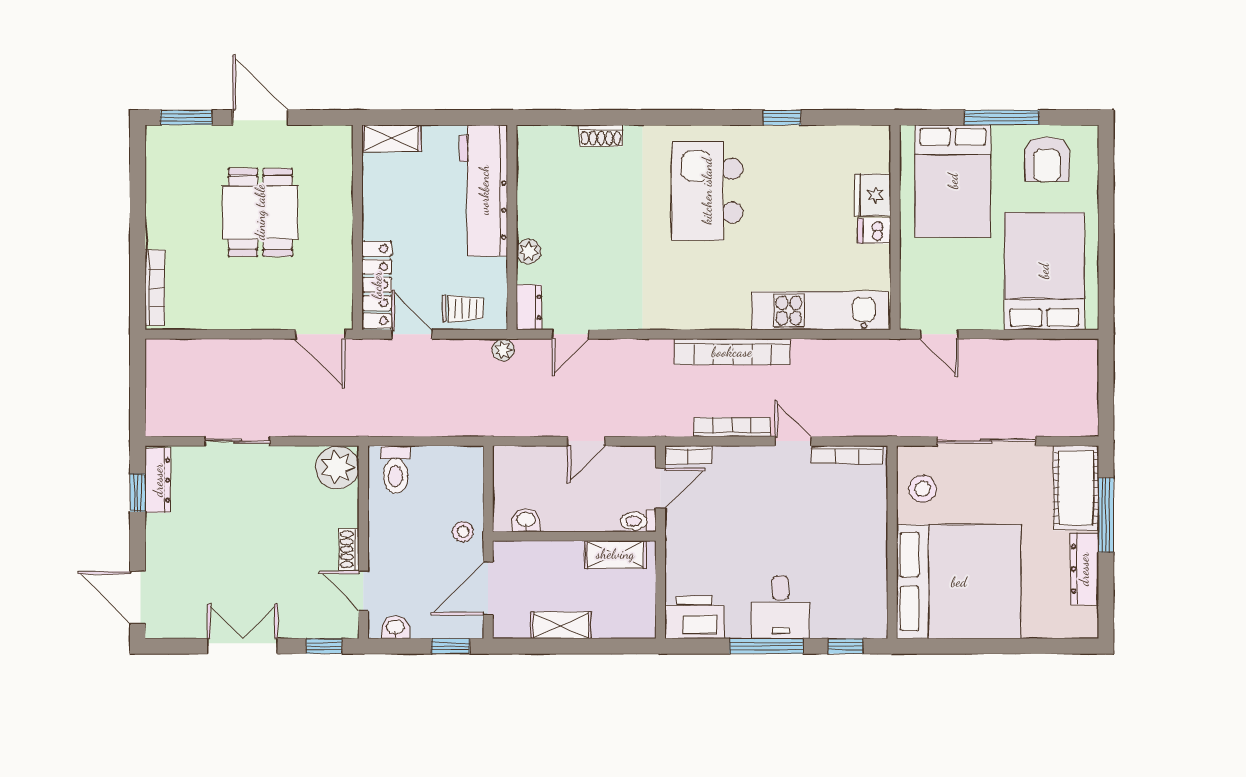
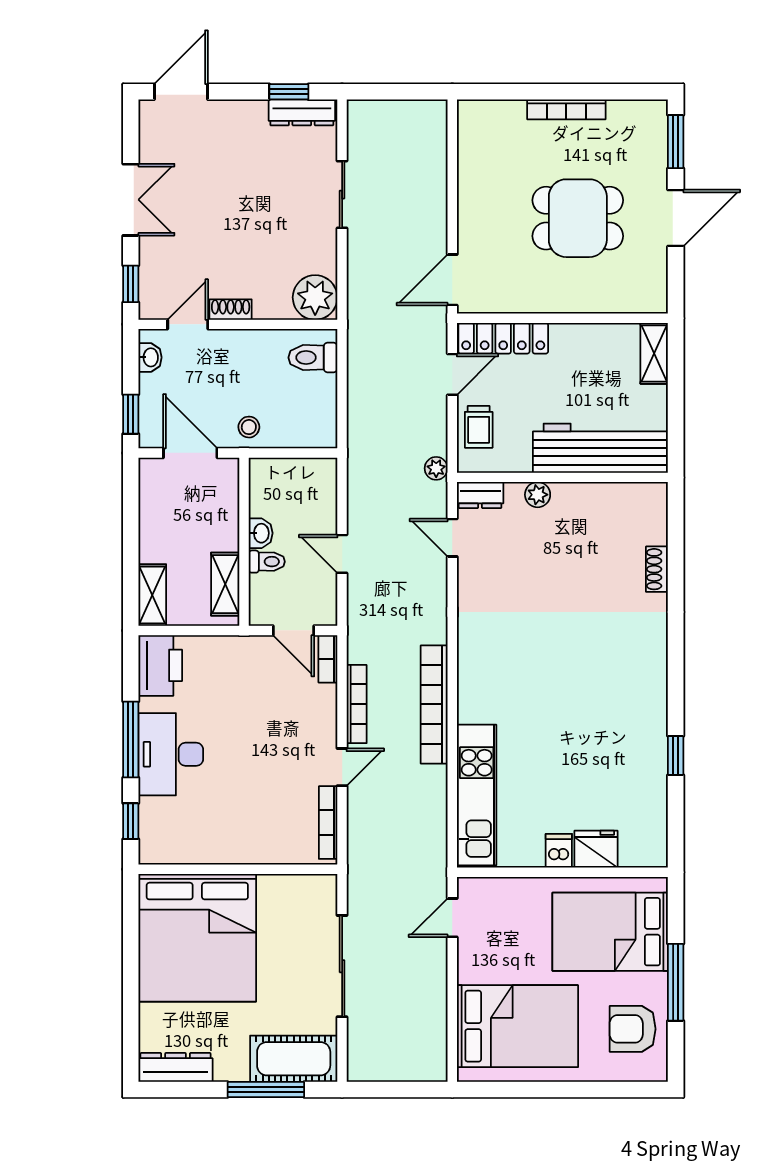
kitchen island: (707, 191) -> (600, 679), removed
bookcase: (155, 288) -> (566, 109), moved
stool: (923, 489) -> (293, 901), removed
washbasin: (526, 520) -> (261, 533), moved
toilet: (638, 521) -> (267, 562), moved, turned 90
dresser: (1084, 569) -> (176, 1067), moved
desk: (781, 607) -> (171, 754), width x1.37
shelving: (561, 625) -> (152, 595), moved

